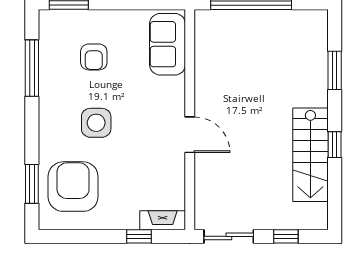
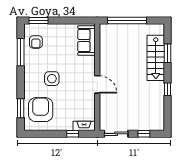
armchair: (94, 57) -> (36, 42), moved
stairs: (310, 155) -> (156, 58), moved

